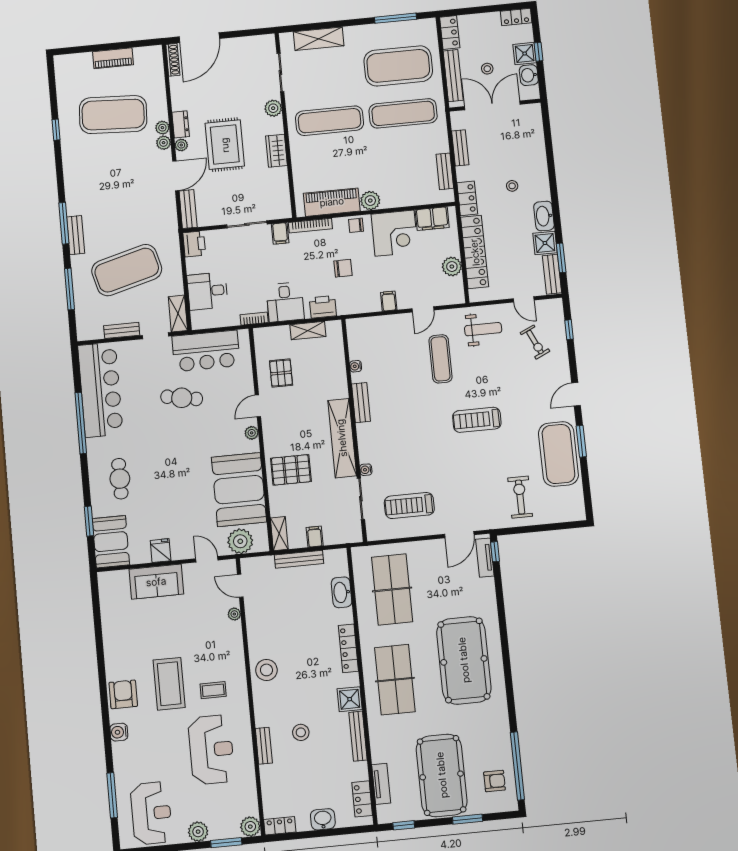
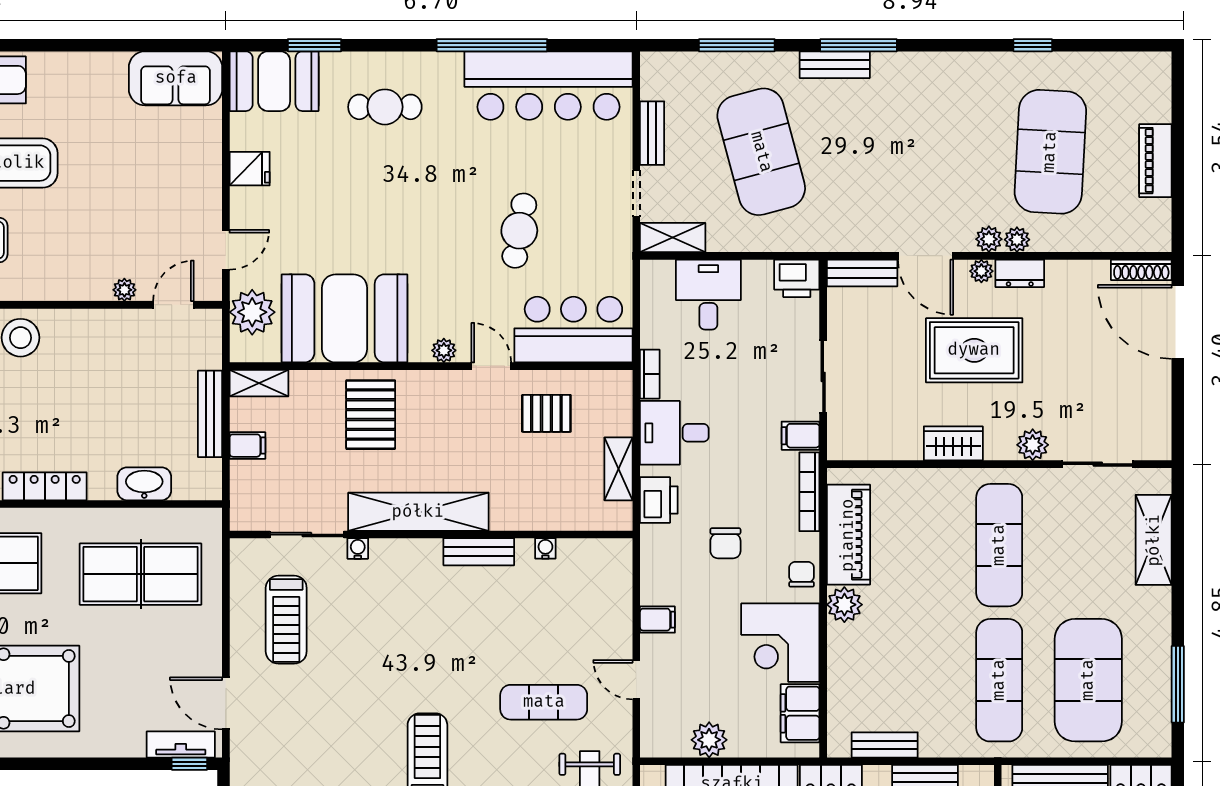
bar counter: (206, 351) -> (573, 330), moved, turned 90
treadmill: (409, 506) -> (286, 620), turned 180
sofa: (156, 582) -> (176, 78), moved, turned -90

